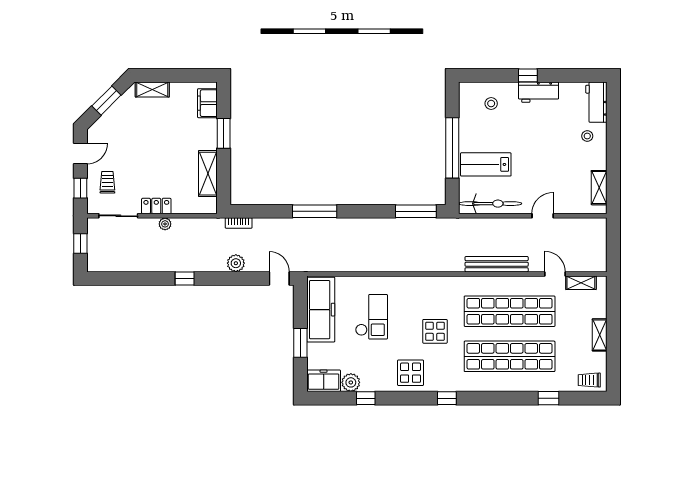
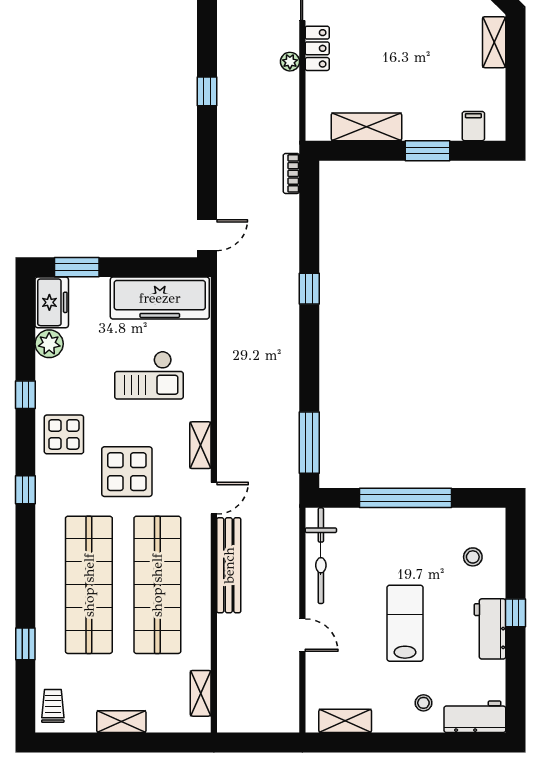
filing cabinet: (207, 103) -> (473, 126), width x0.50
lab bench: (486, 164) -> (405, 623), moved
window: (315, 211) -> (309, 289), width x0.46
plant: (236, 263) -> (230, 169), removed
door: (555, 274) -> (214, 498), moved
shelving: (418, 283) -> (200, 445), added
display table: (435, 331) -> (127, 472), width x1.36, depth x1.36
window: (300, 343) -> (77, 267), moved
window: (366, 398) -> (25, 395), moved

